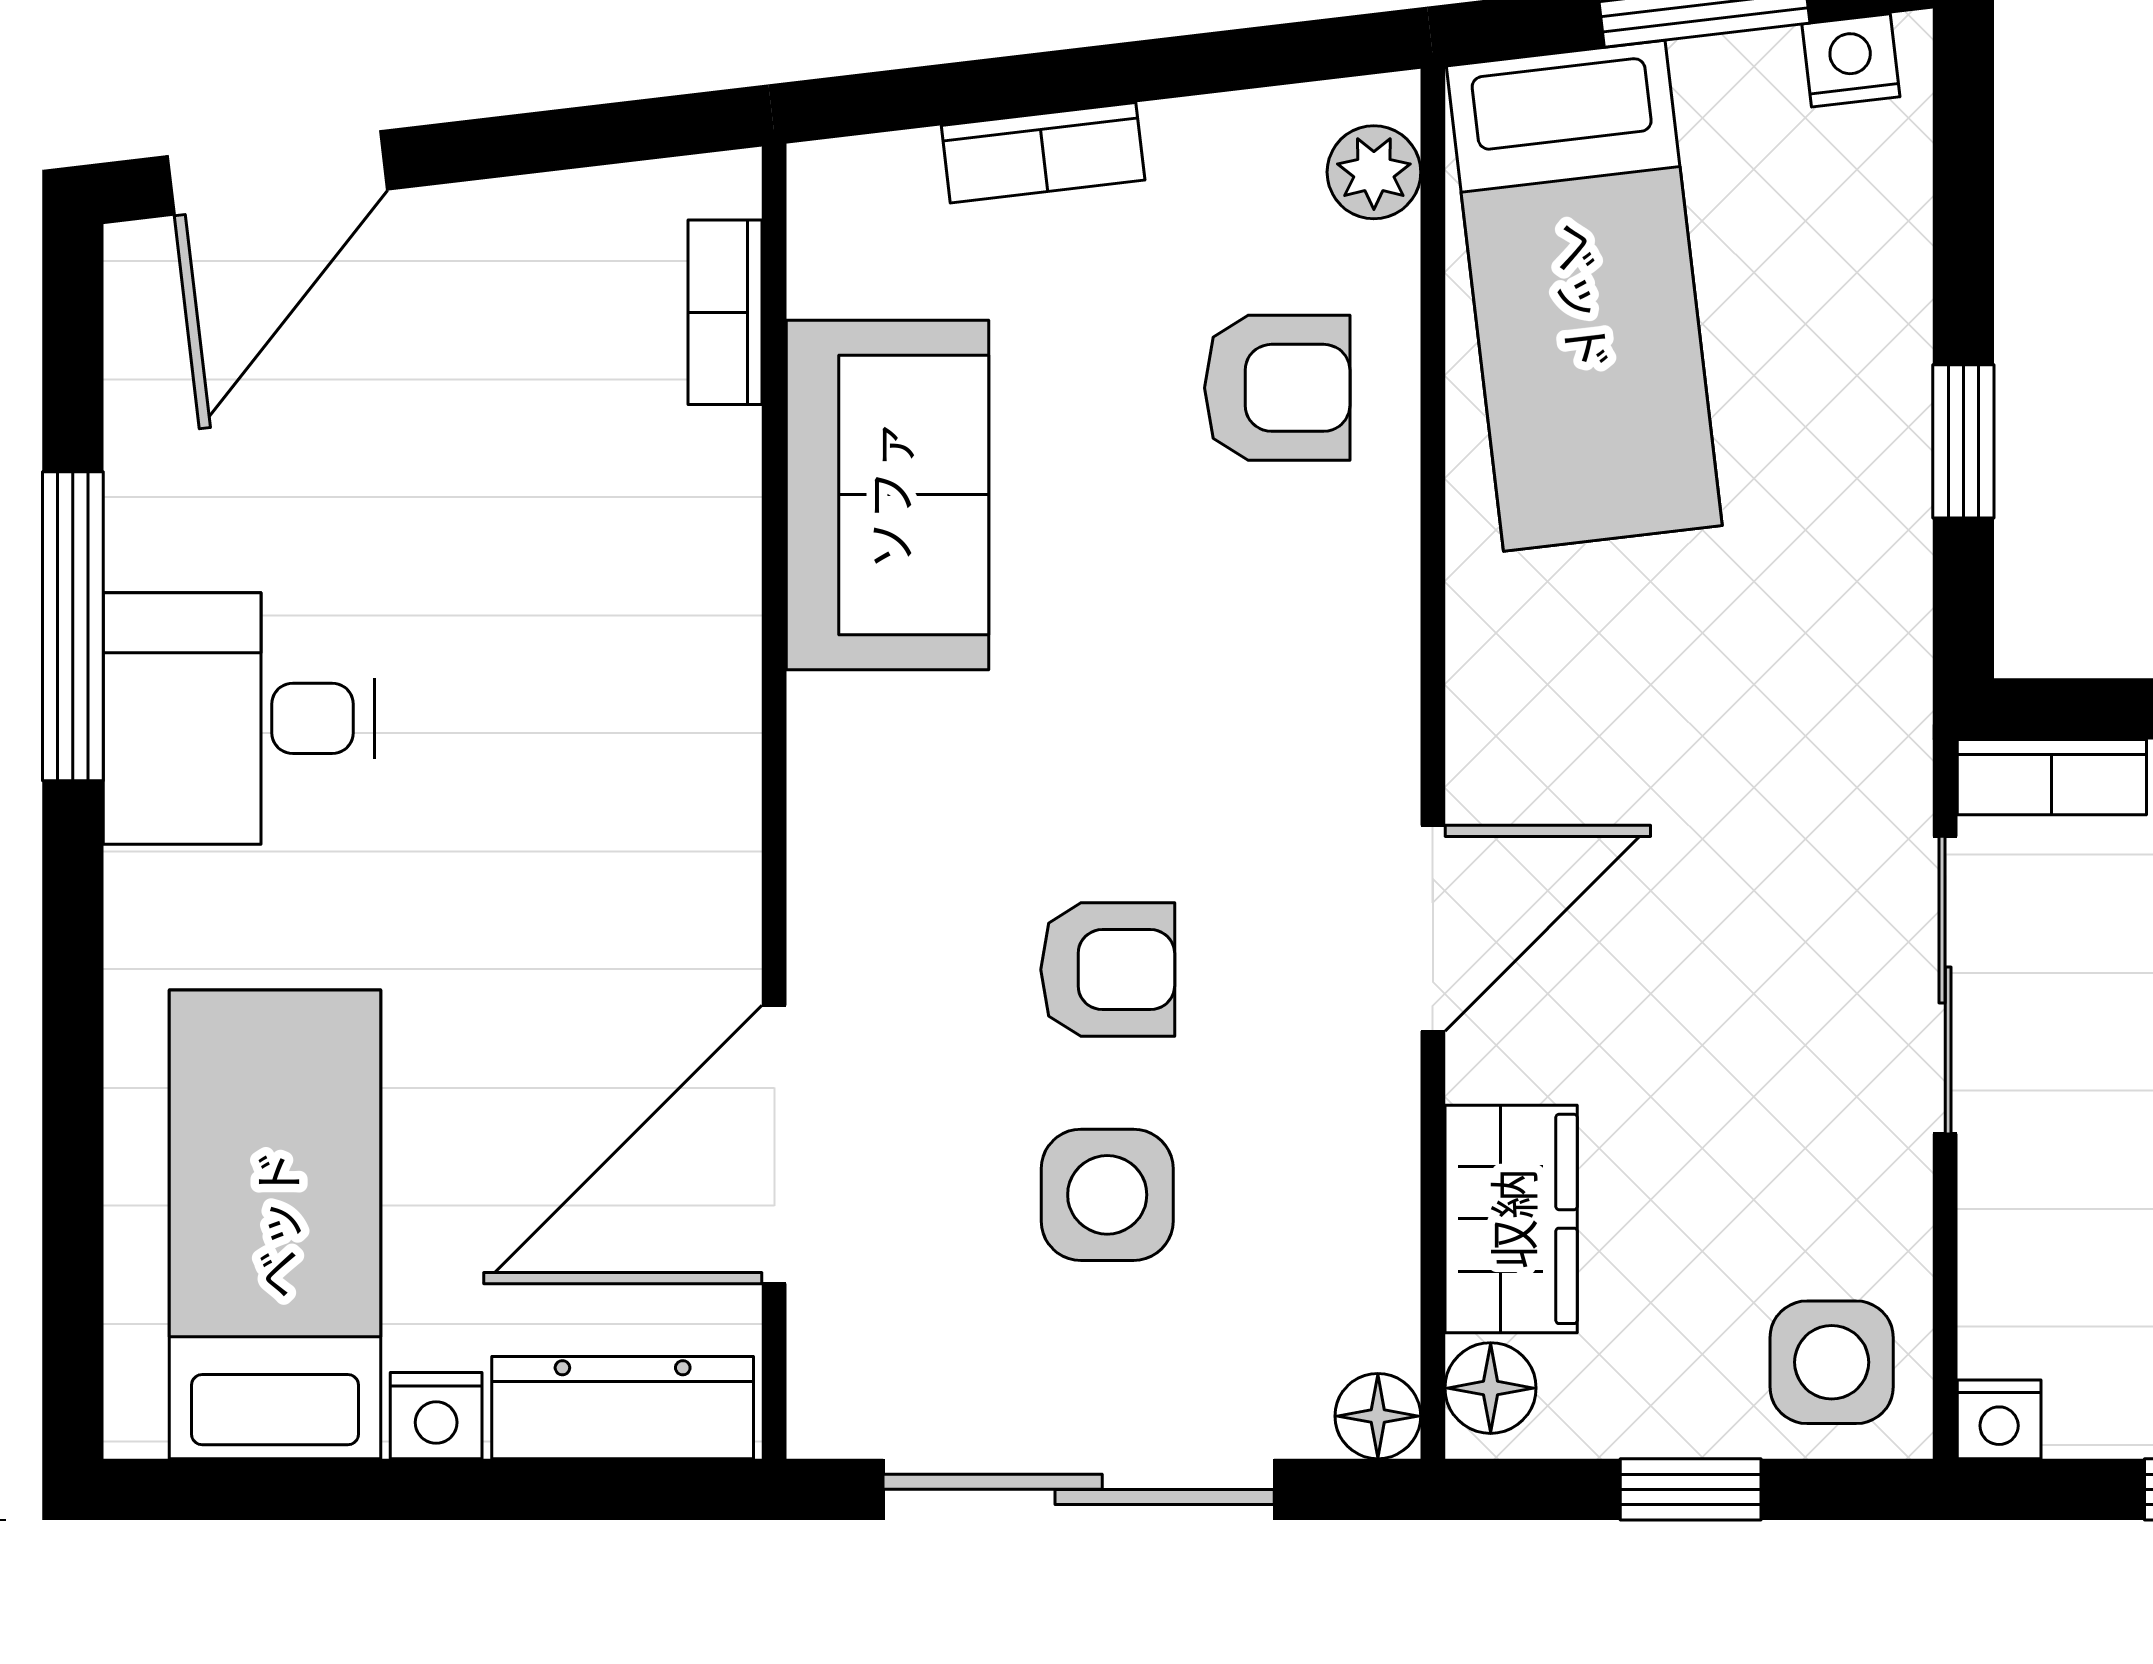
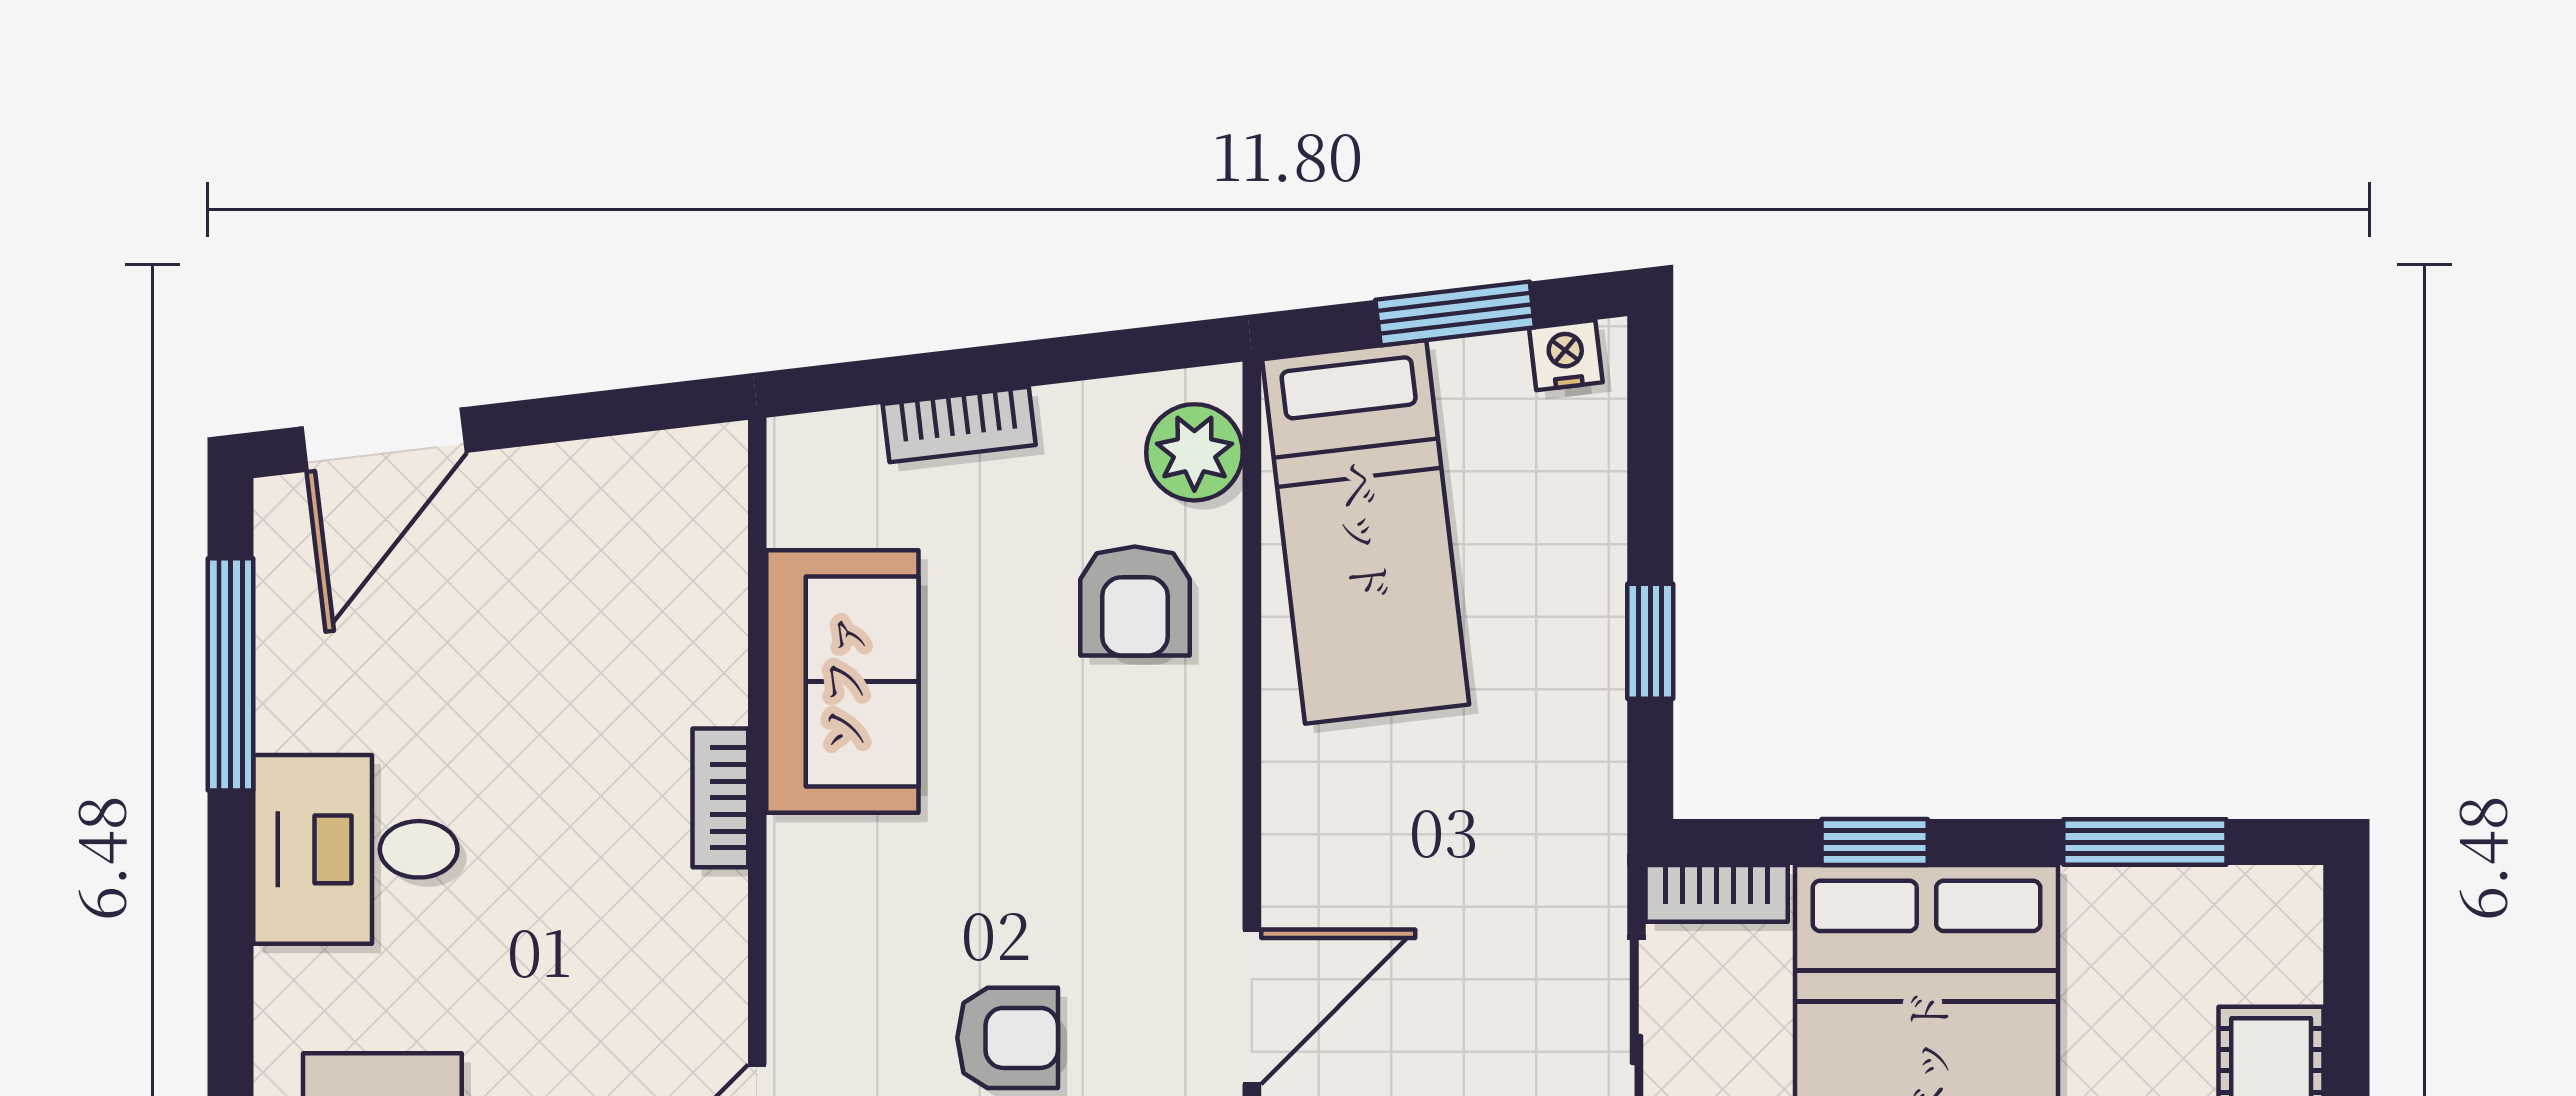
plant: (1374, 172) -> (1194, 452), width x1.38, depth x1.38
bookcase: (725, 312) -> (720, 798), moved
armchair: (1277, 388) -> (1135, 601), turned 90
window: (73, 626) -> (231, 674), moved

